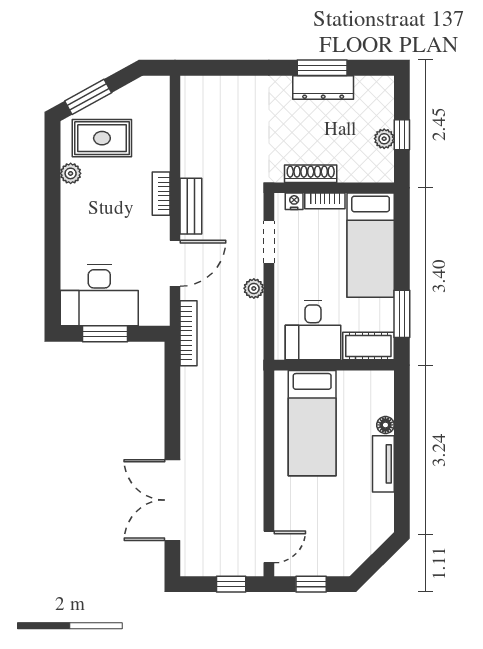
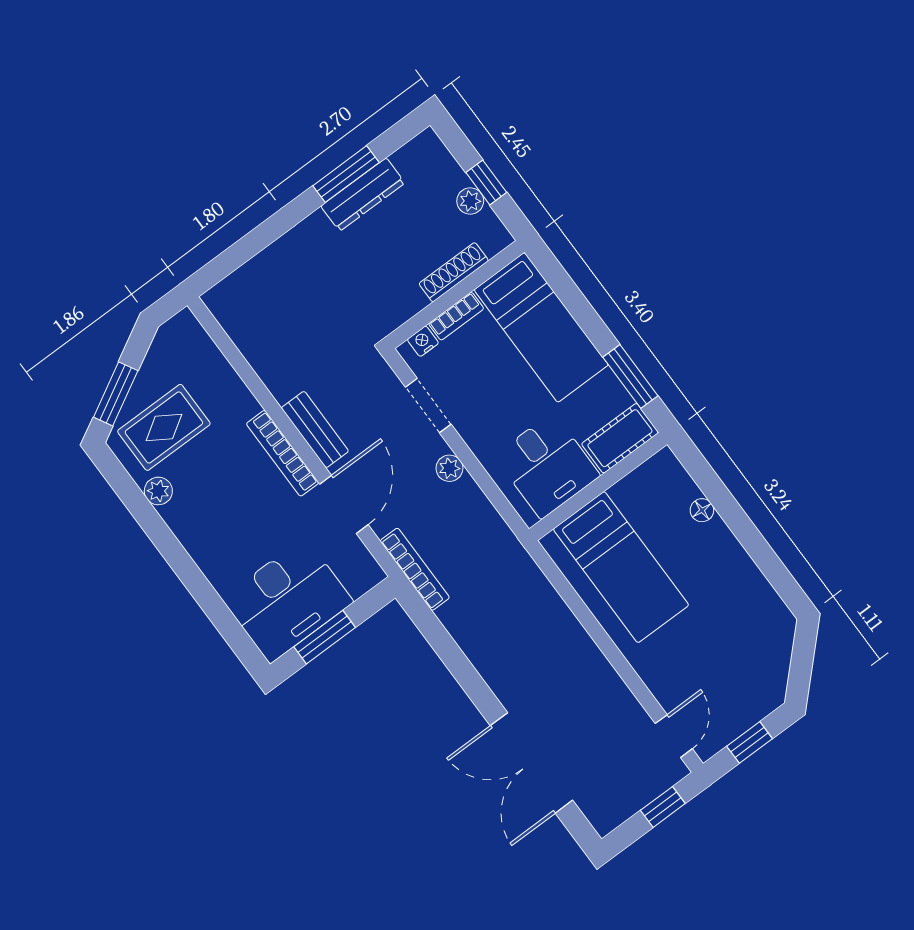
shoe rack: (311, 174) -> (454, 272), moved
bookcase: (161, 194) -> (283, 453), width x1.56
tv unit: (383, 464) -> (731, 554), removed

